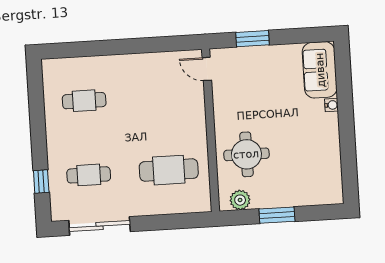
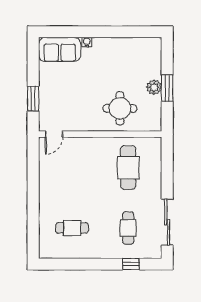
cafe table: (84, 101) -> (72, 228), turned 90
plant: (240, 200) -> (154, 87), moved

